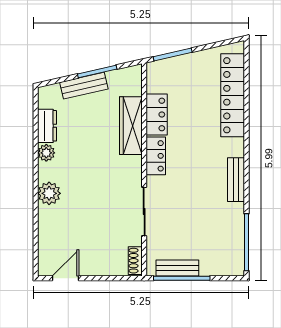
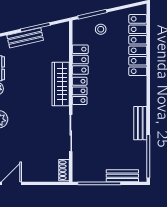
stool: (184, 74) -> (101, 29), added
wardrobe: (131, 126) -> (61, 84), moved
bench: (236, 180) -> (140, 123), moved
bench: (177, 268) -> (122, 176), moved

